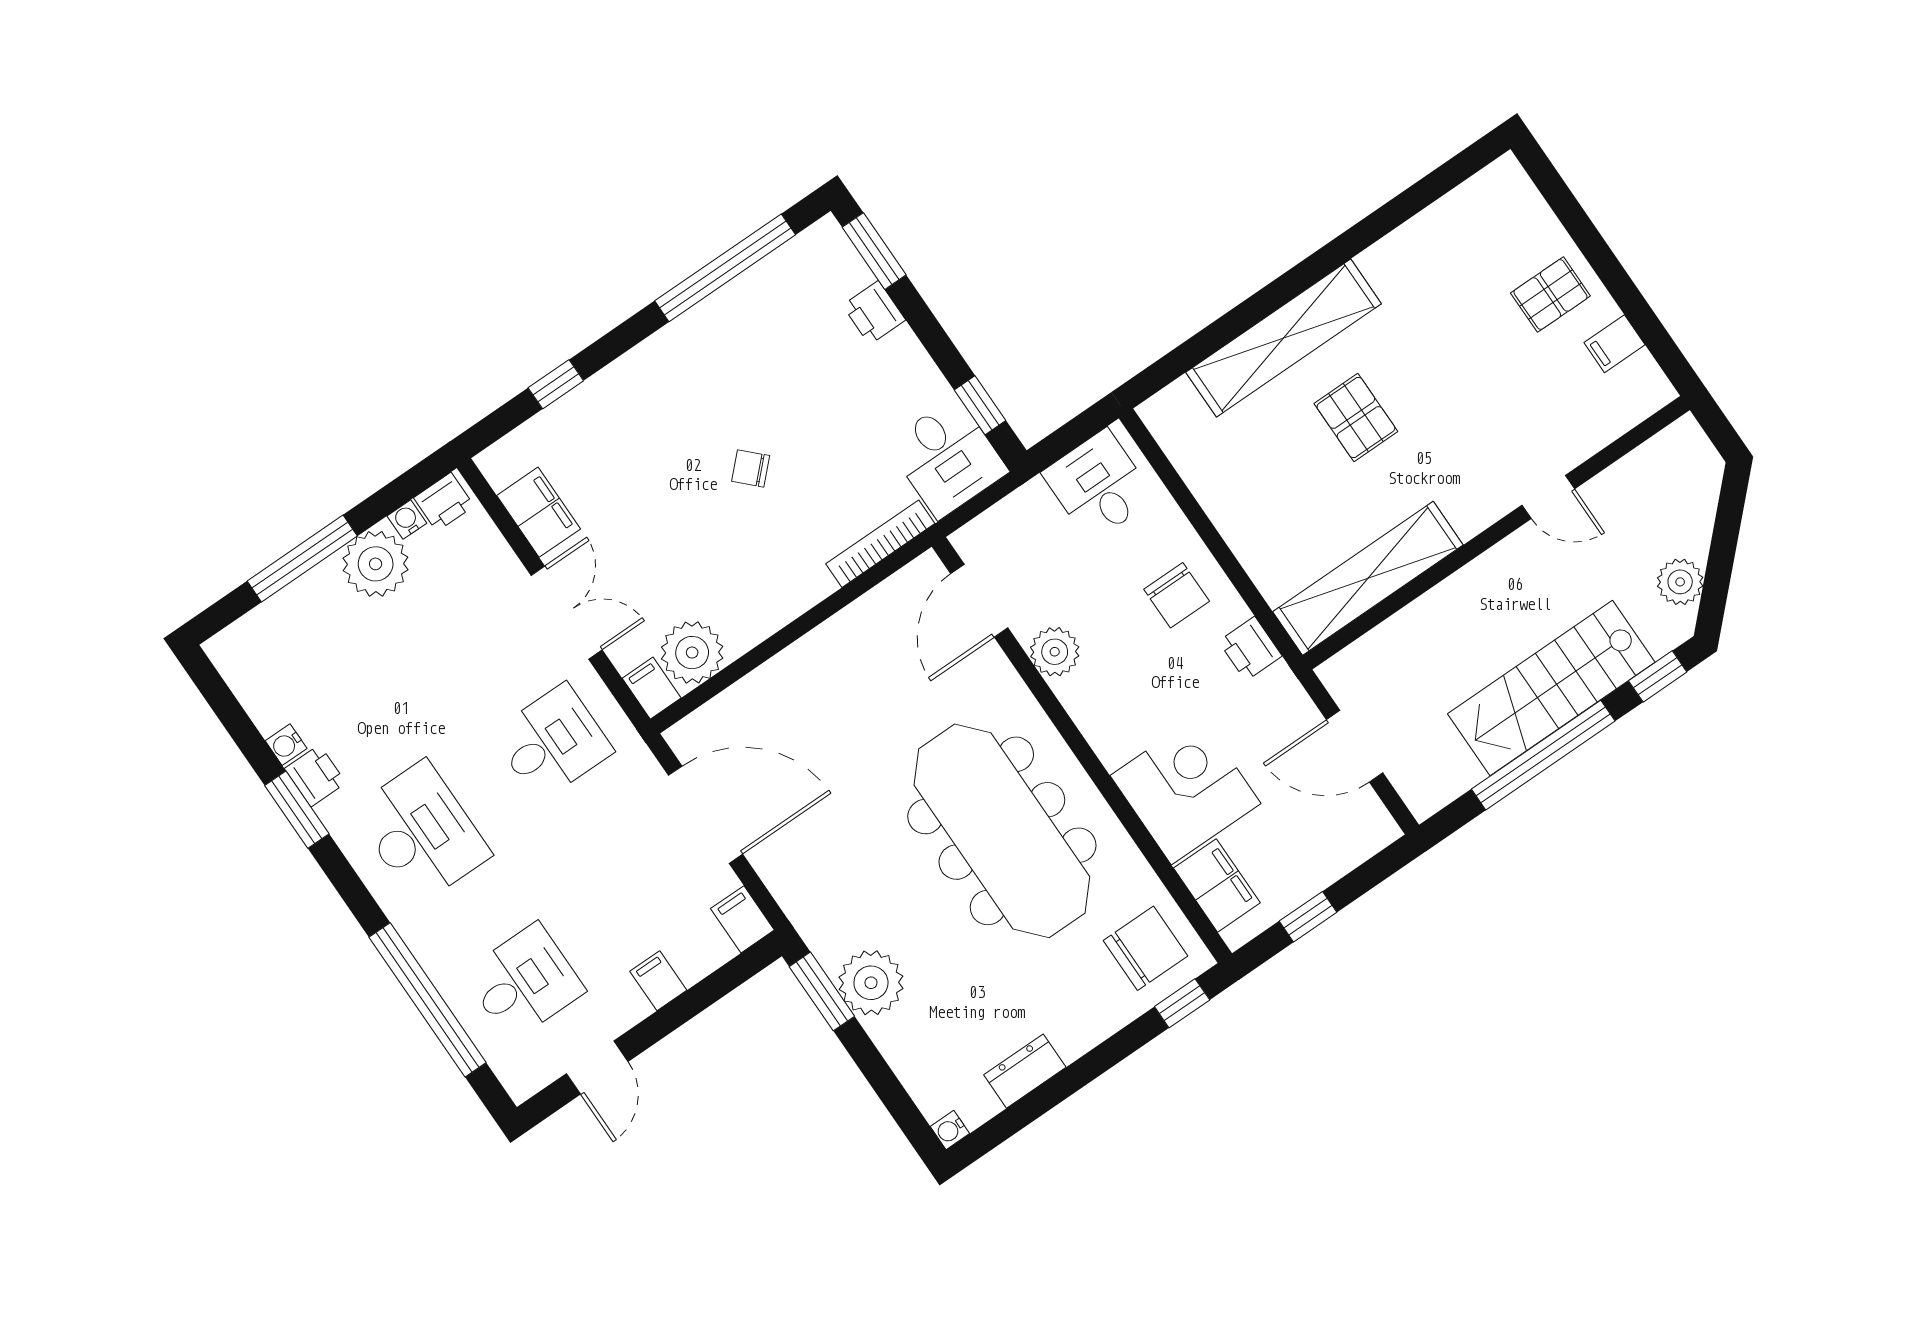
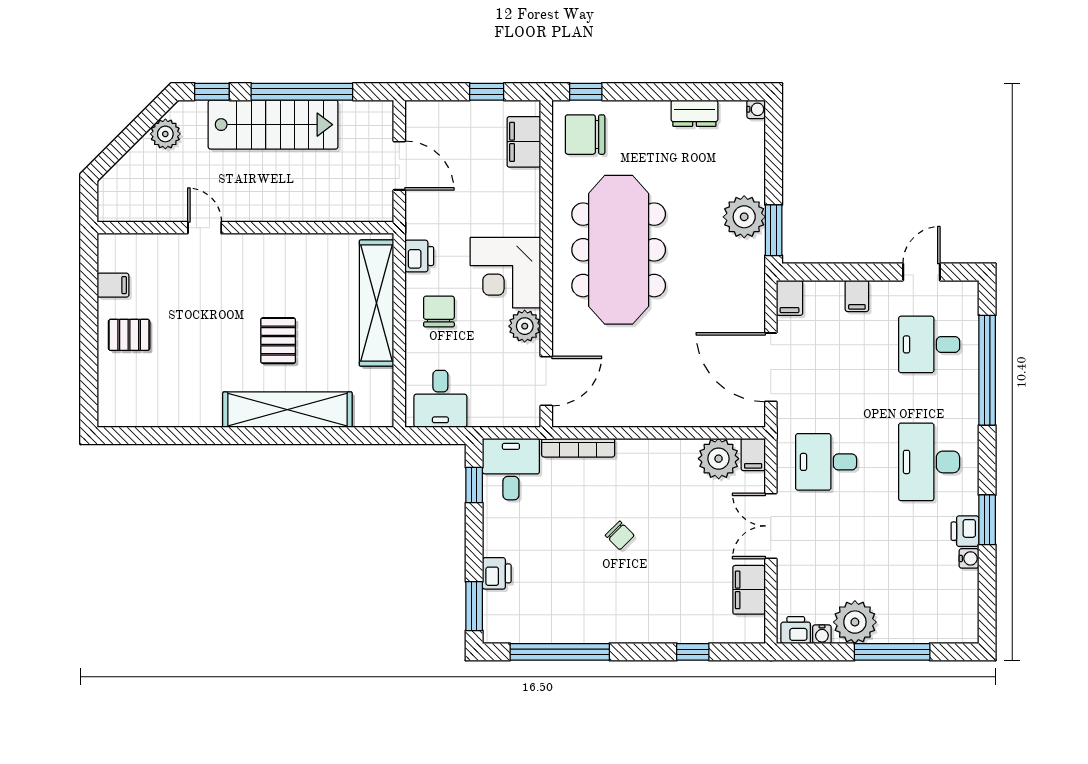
shelving: (1368, 578) -> (377, 303), moved, turned 90
corner desk: (1185, 789) -> (505, 273), moved

